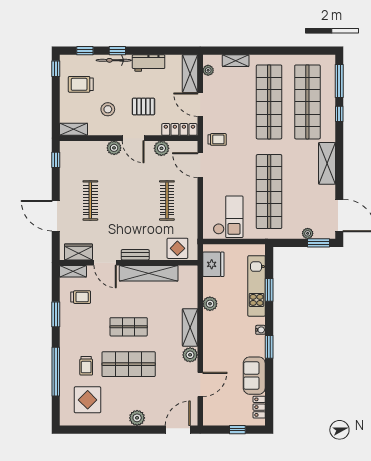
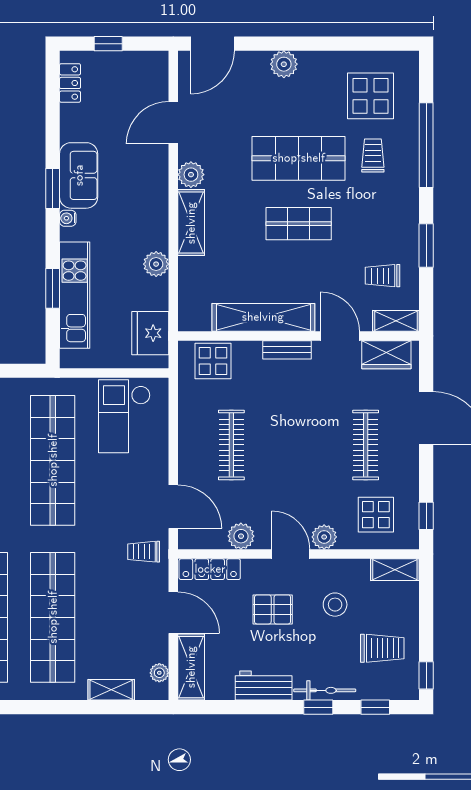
display table: (84, 161) -> (376, 515), added
sofa: (254, 376) -> (79, 175), moved

